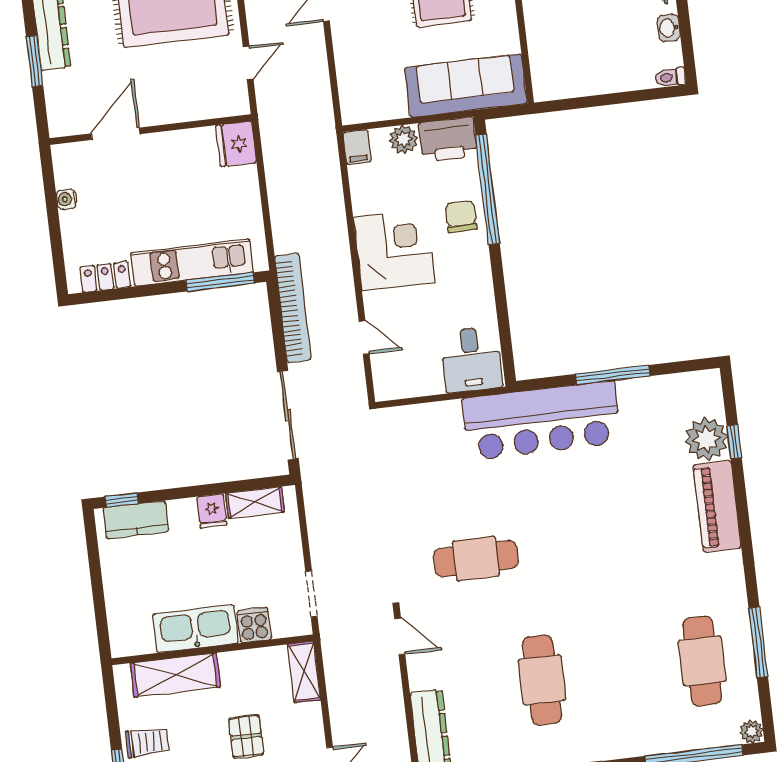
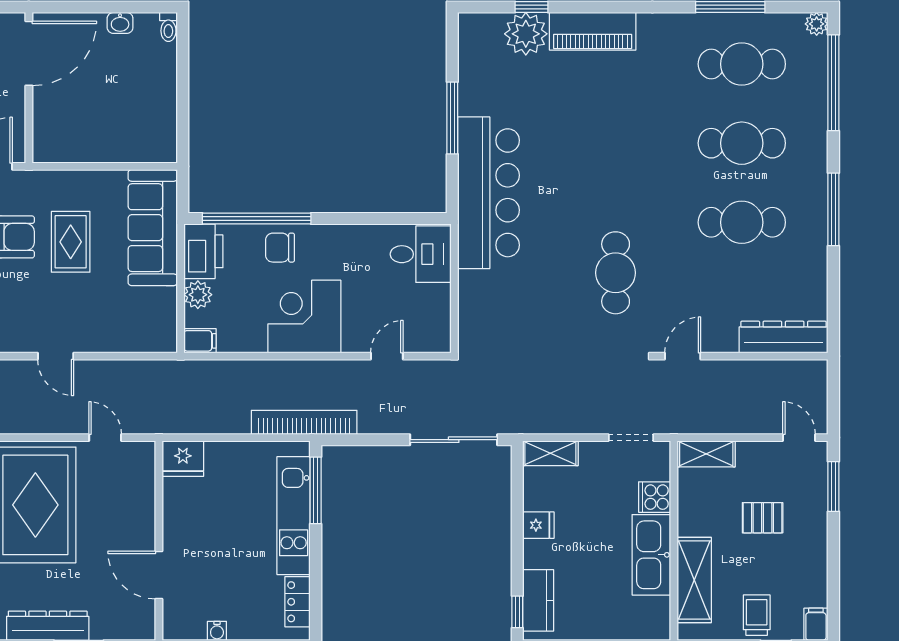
bookcase: (293, 308) -> (304, 422), moved
shelving: (255, 503) -> (550, 453), moved, turned 90
cafe table: (622, 670) -> (742, 143), added

